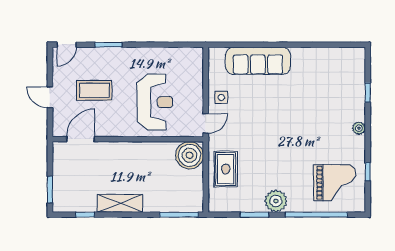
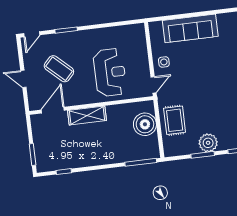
coffee table: (94, 90) -> (59, 69), turned 43
boiler: (189, 155) -> (145, 124), moved
plant: (276, 201) -> (208, 143), moved
shelving: (120, 203) -> (87, 115), moved

